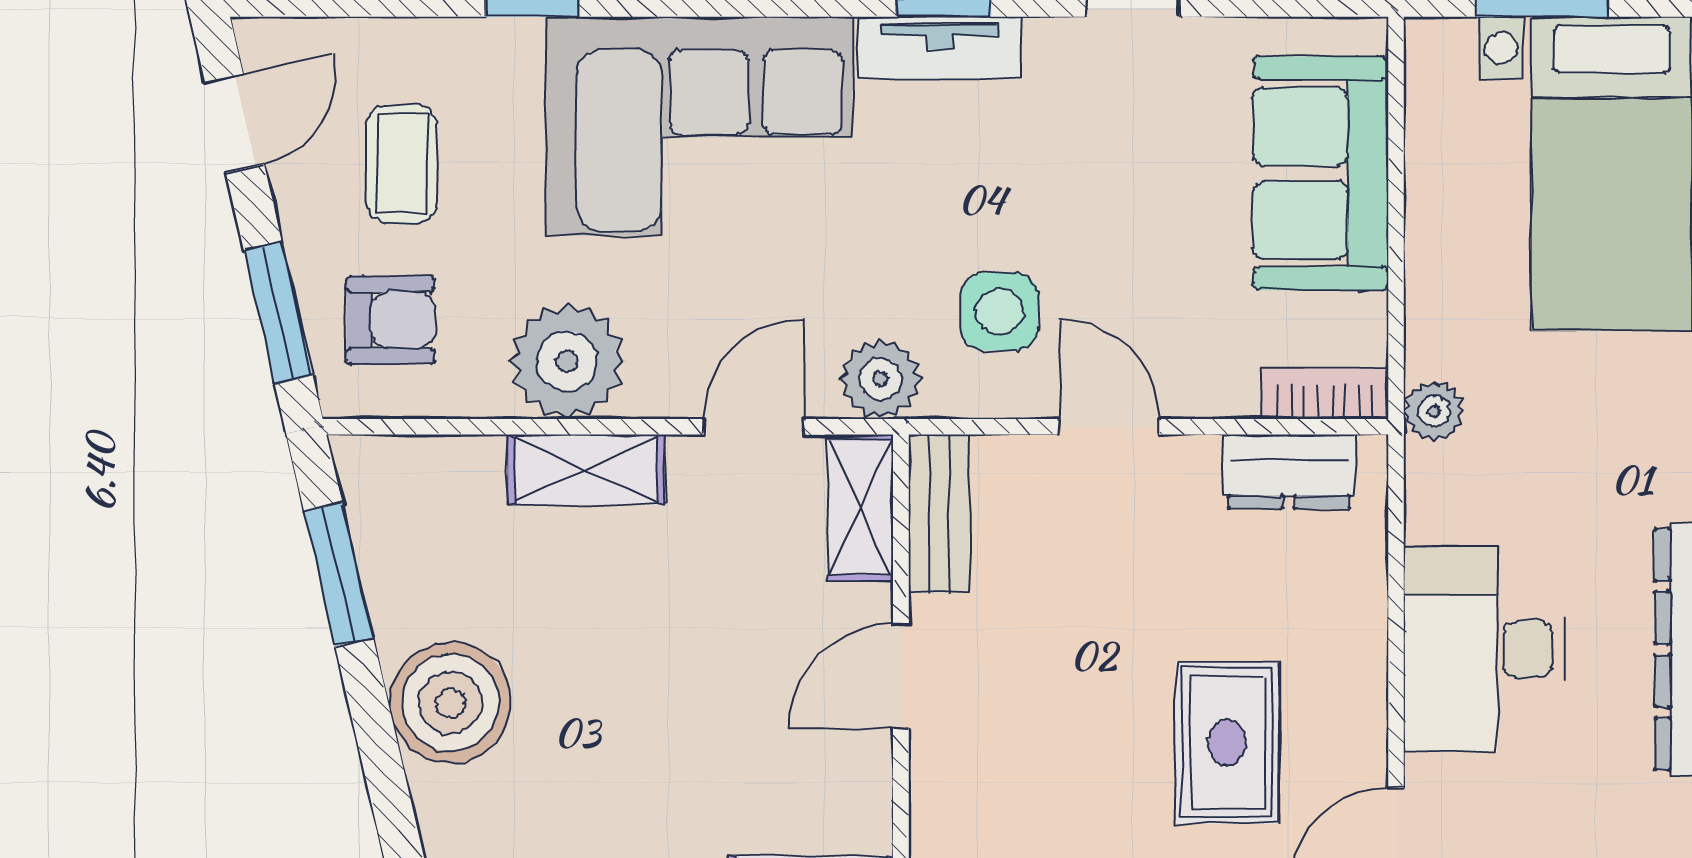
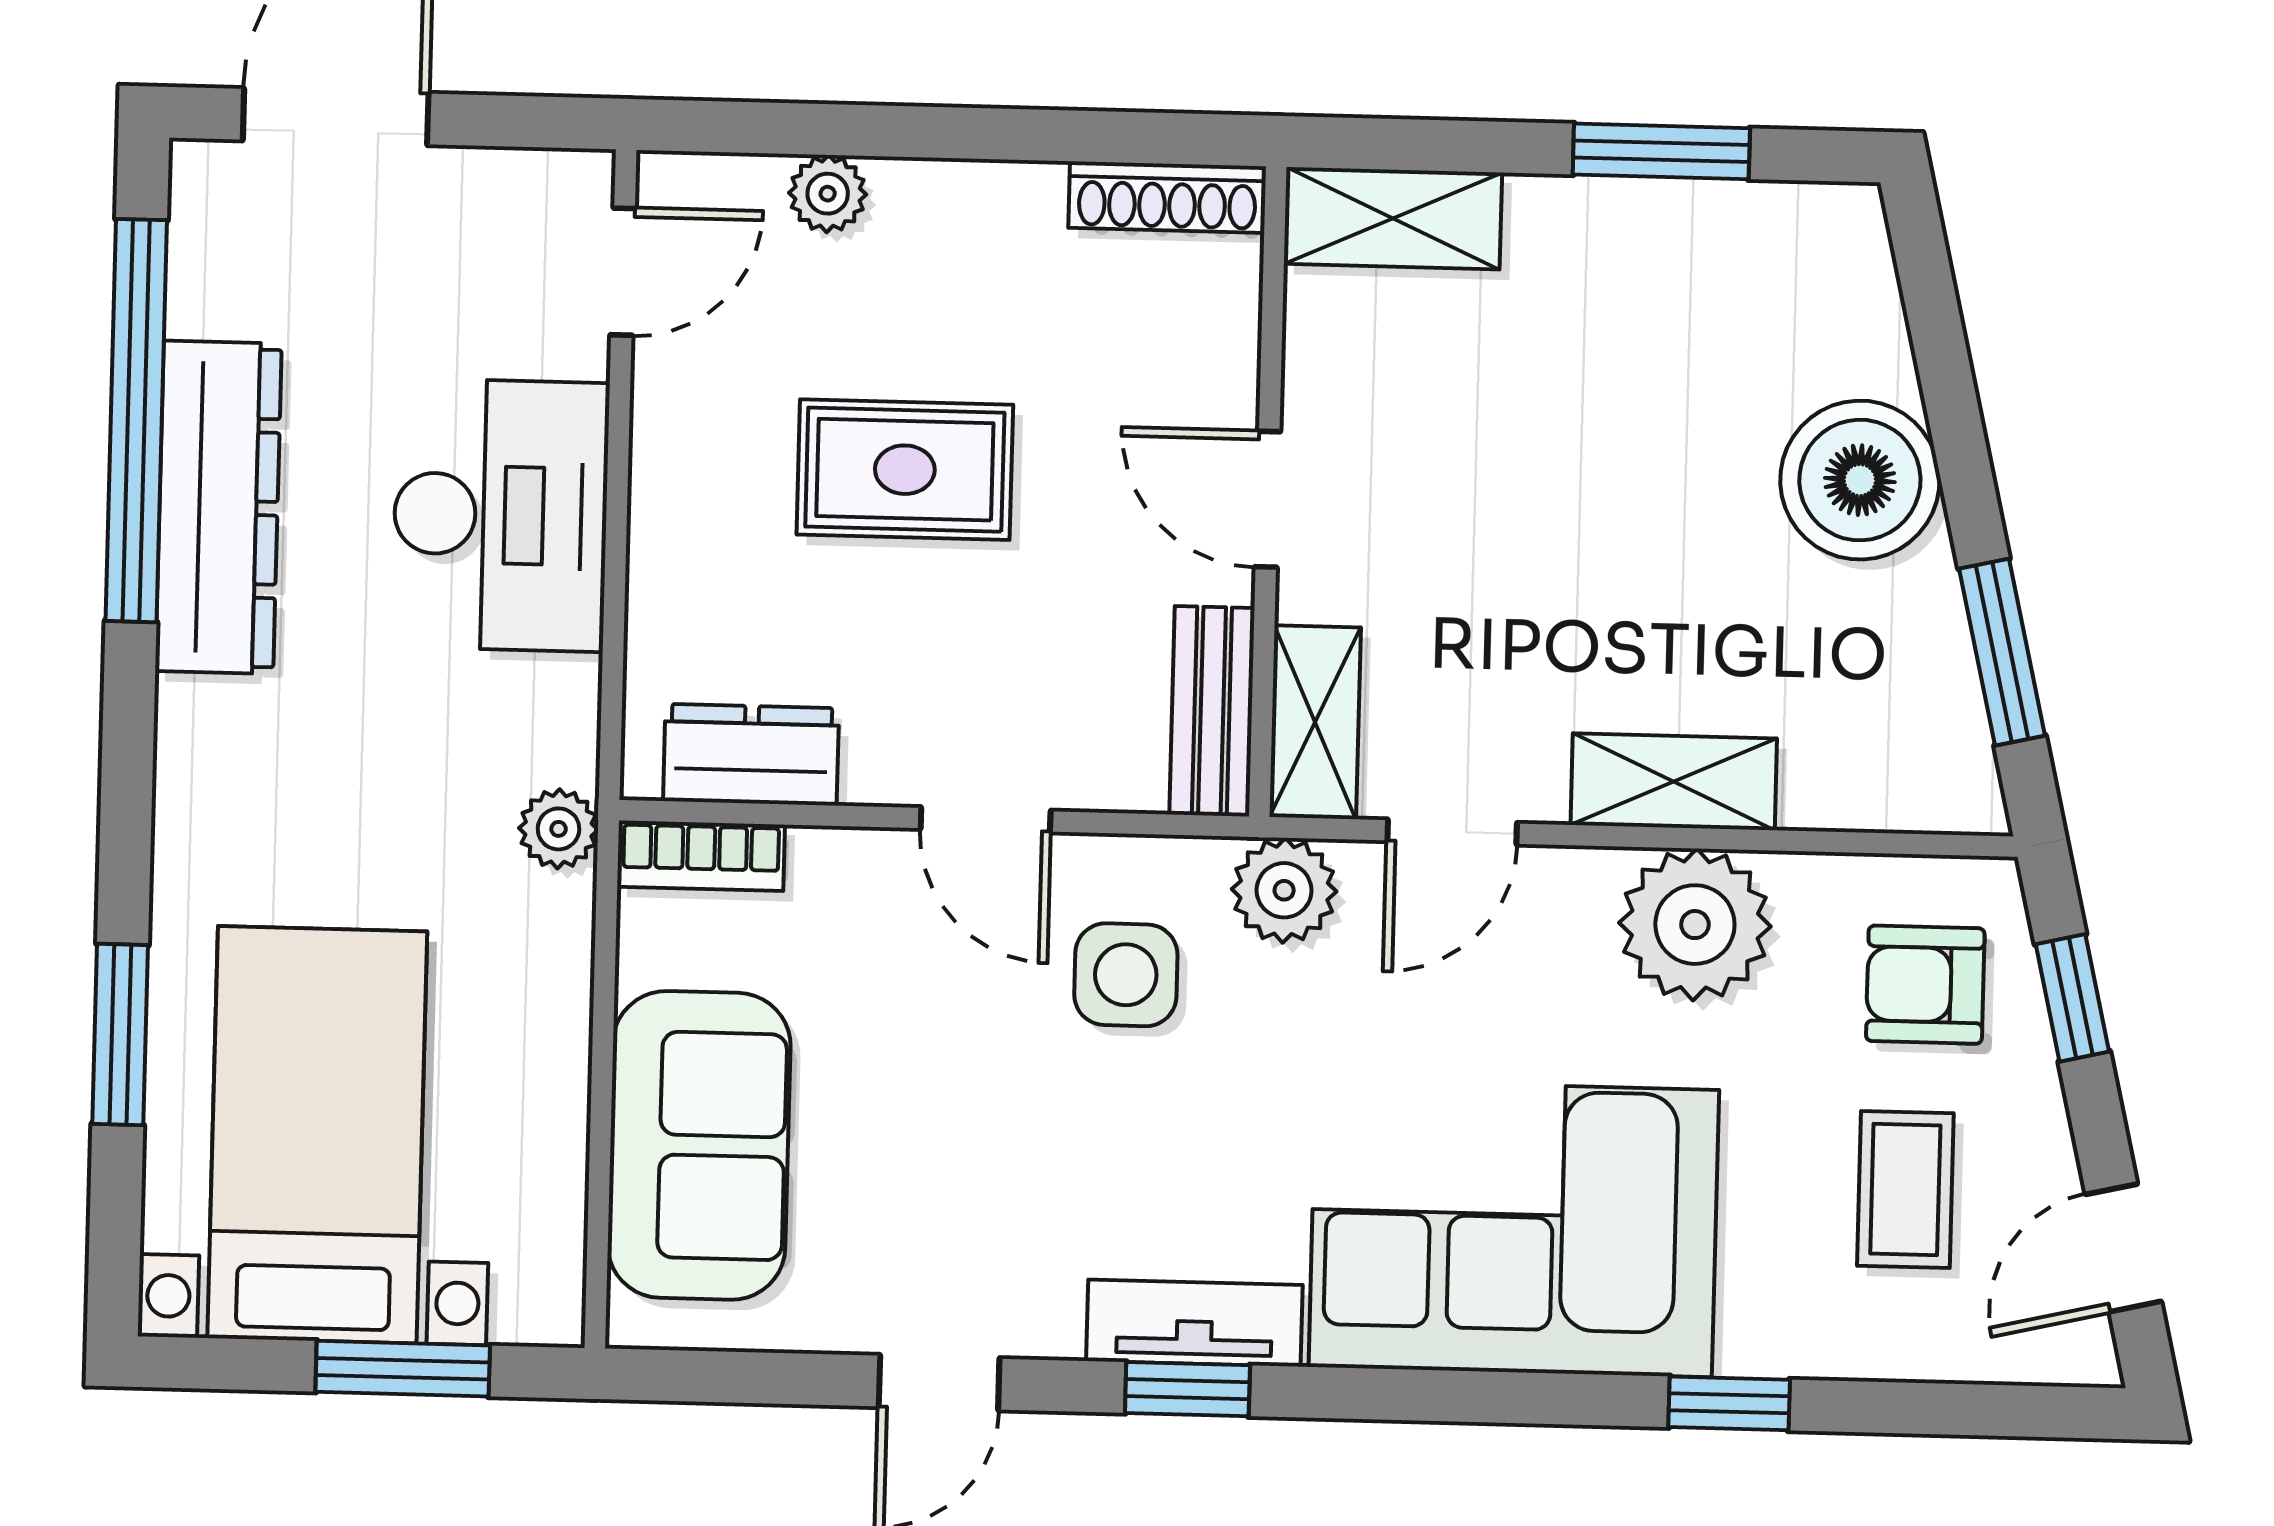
window: (278, 313) -> (2072, 998), width x0.67
door: (901, 676) -> (1268, 499), swing flipped
rug: (1227, 742) -> (905, 470), moved, turned 90

